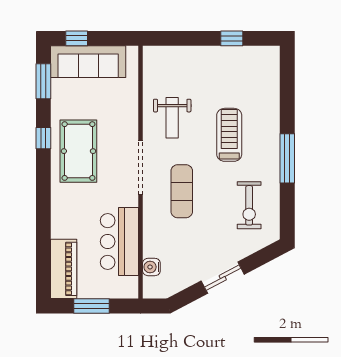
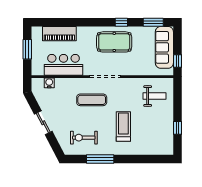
window: (77, 38) -> (177, 61), moved
weight bench: (172, 118) -> (154, 96), moved, turned 180
treadmill: (229, 135) -> (123, 126), turned -90
window: (287, 158) -> (100, 159), moved
piano: (64, 269) -> (59, 34), moved

